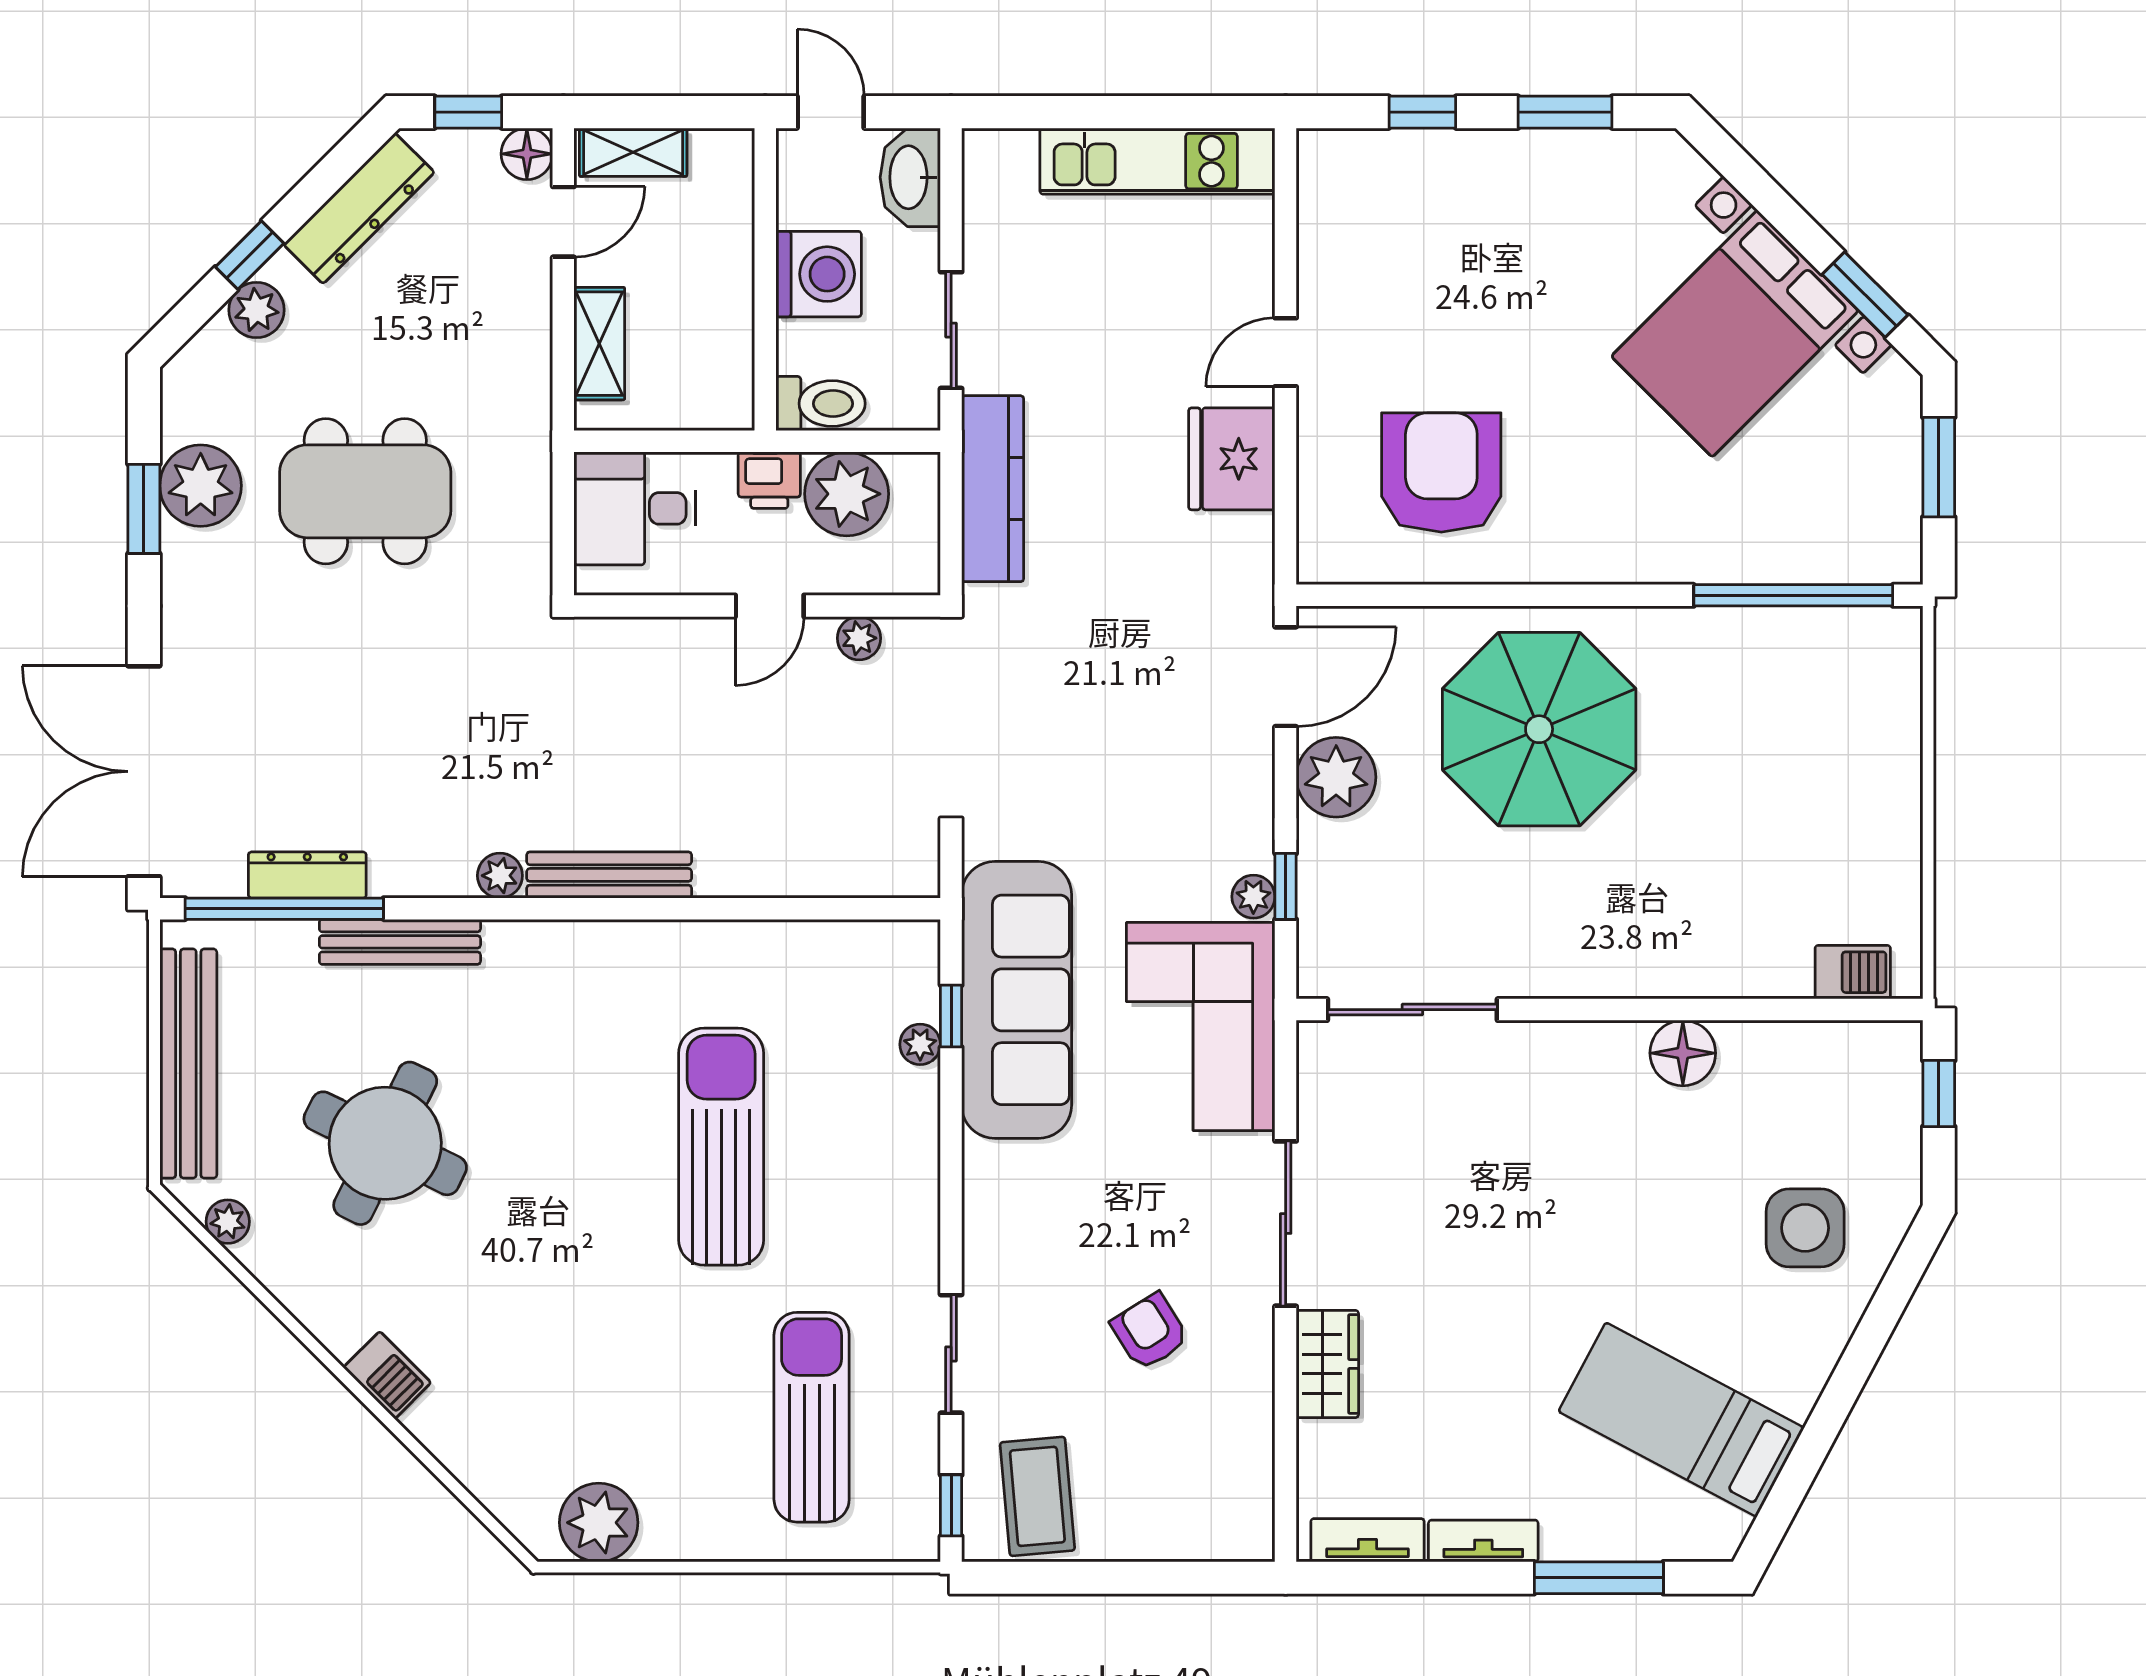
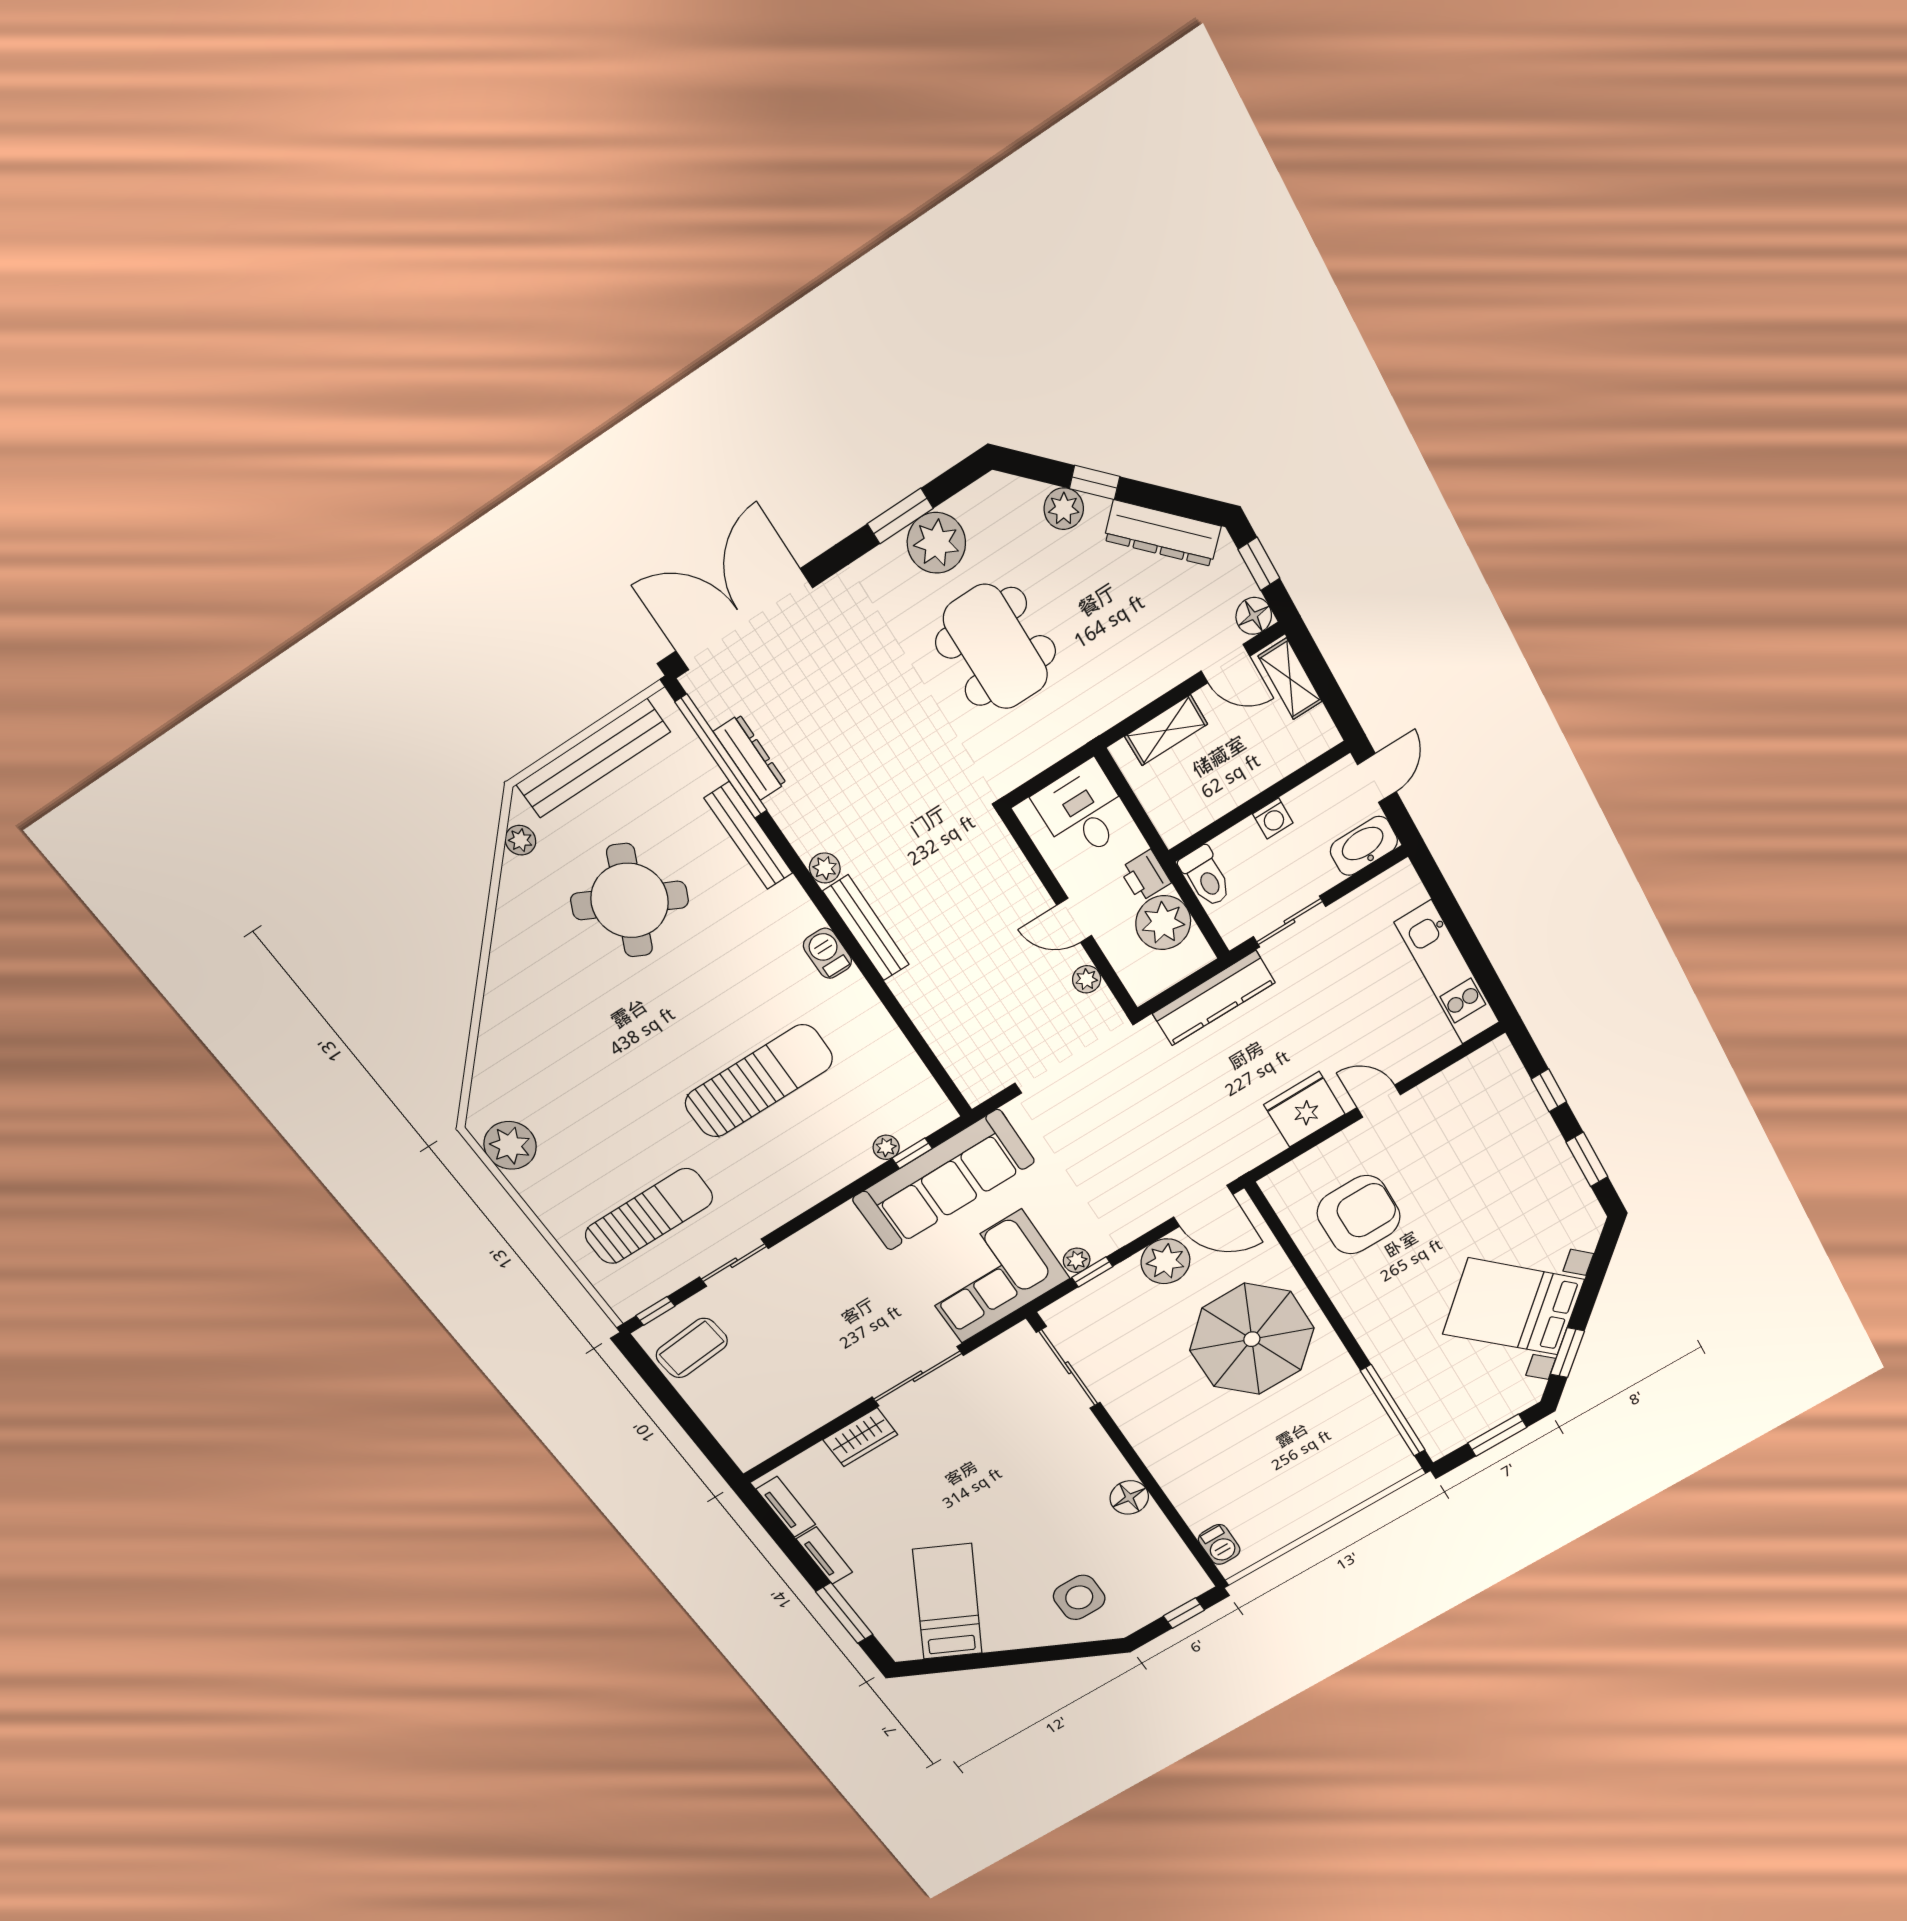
washing machine: (819, 274) -> (1273, 818), width x0.53, depth x0.53
armchair: (1150, 1331) -> (816, 1348), removed
barbecue: (387, 1375) -> (827, 953), moved, turned 135

